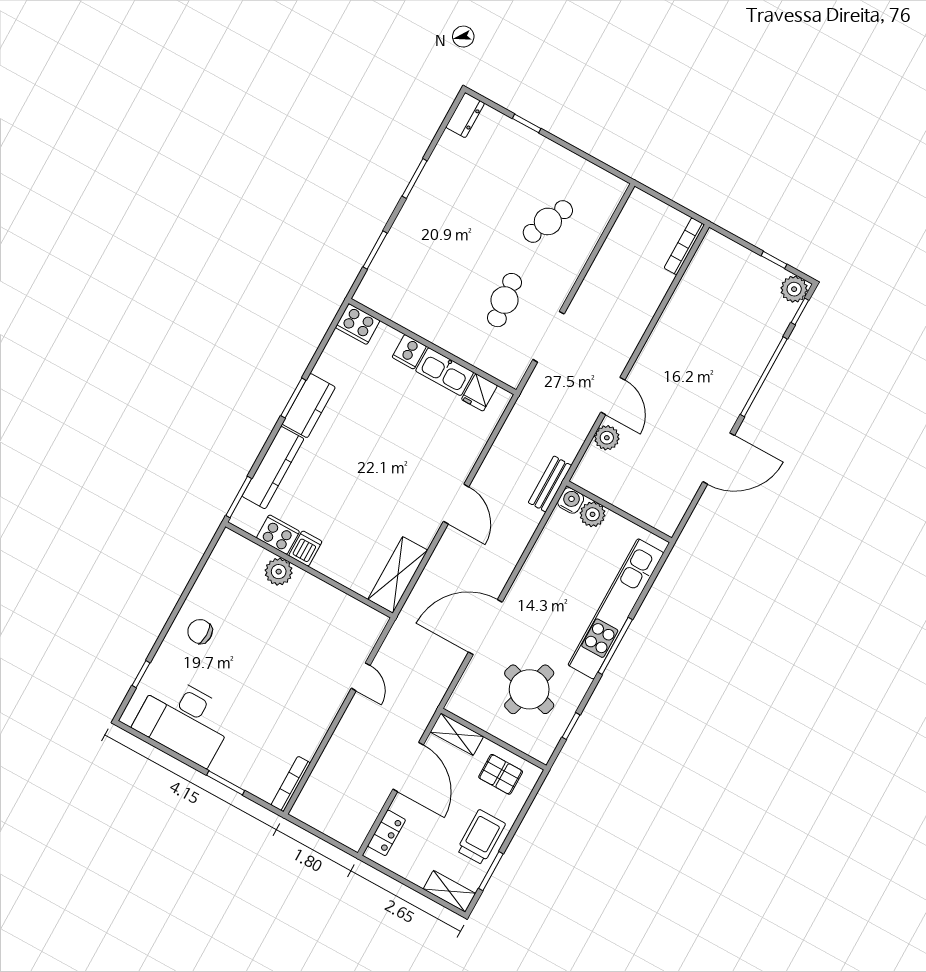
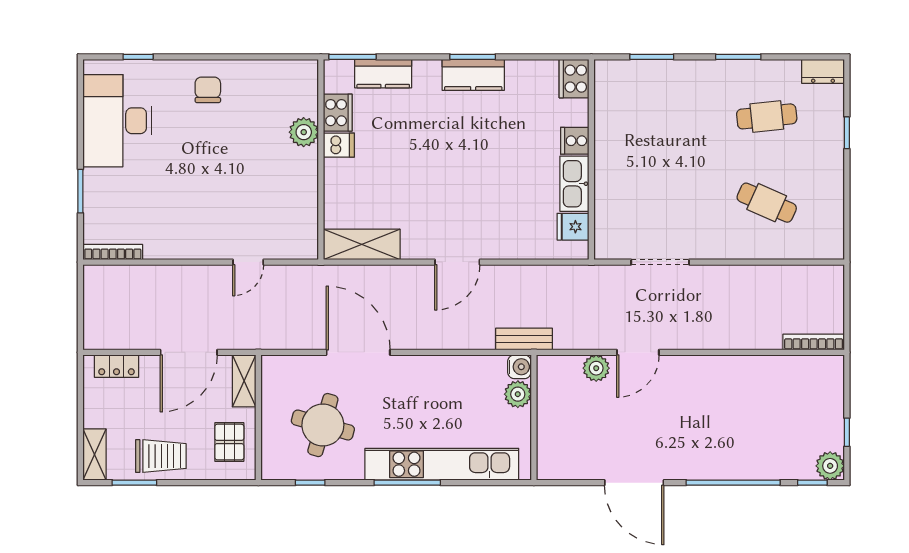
cafe table: (504, 300) -> (767, 116), moved
kitchen counter: (273, 468) -> (383, 74), width x0.67

